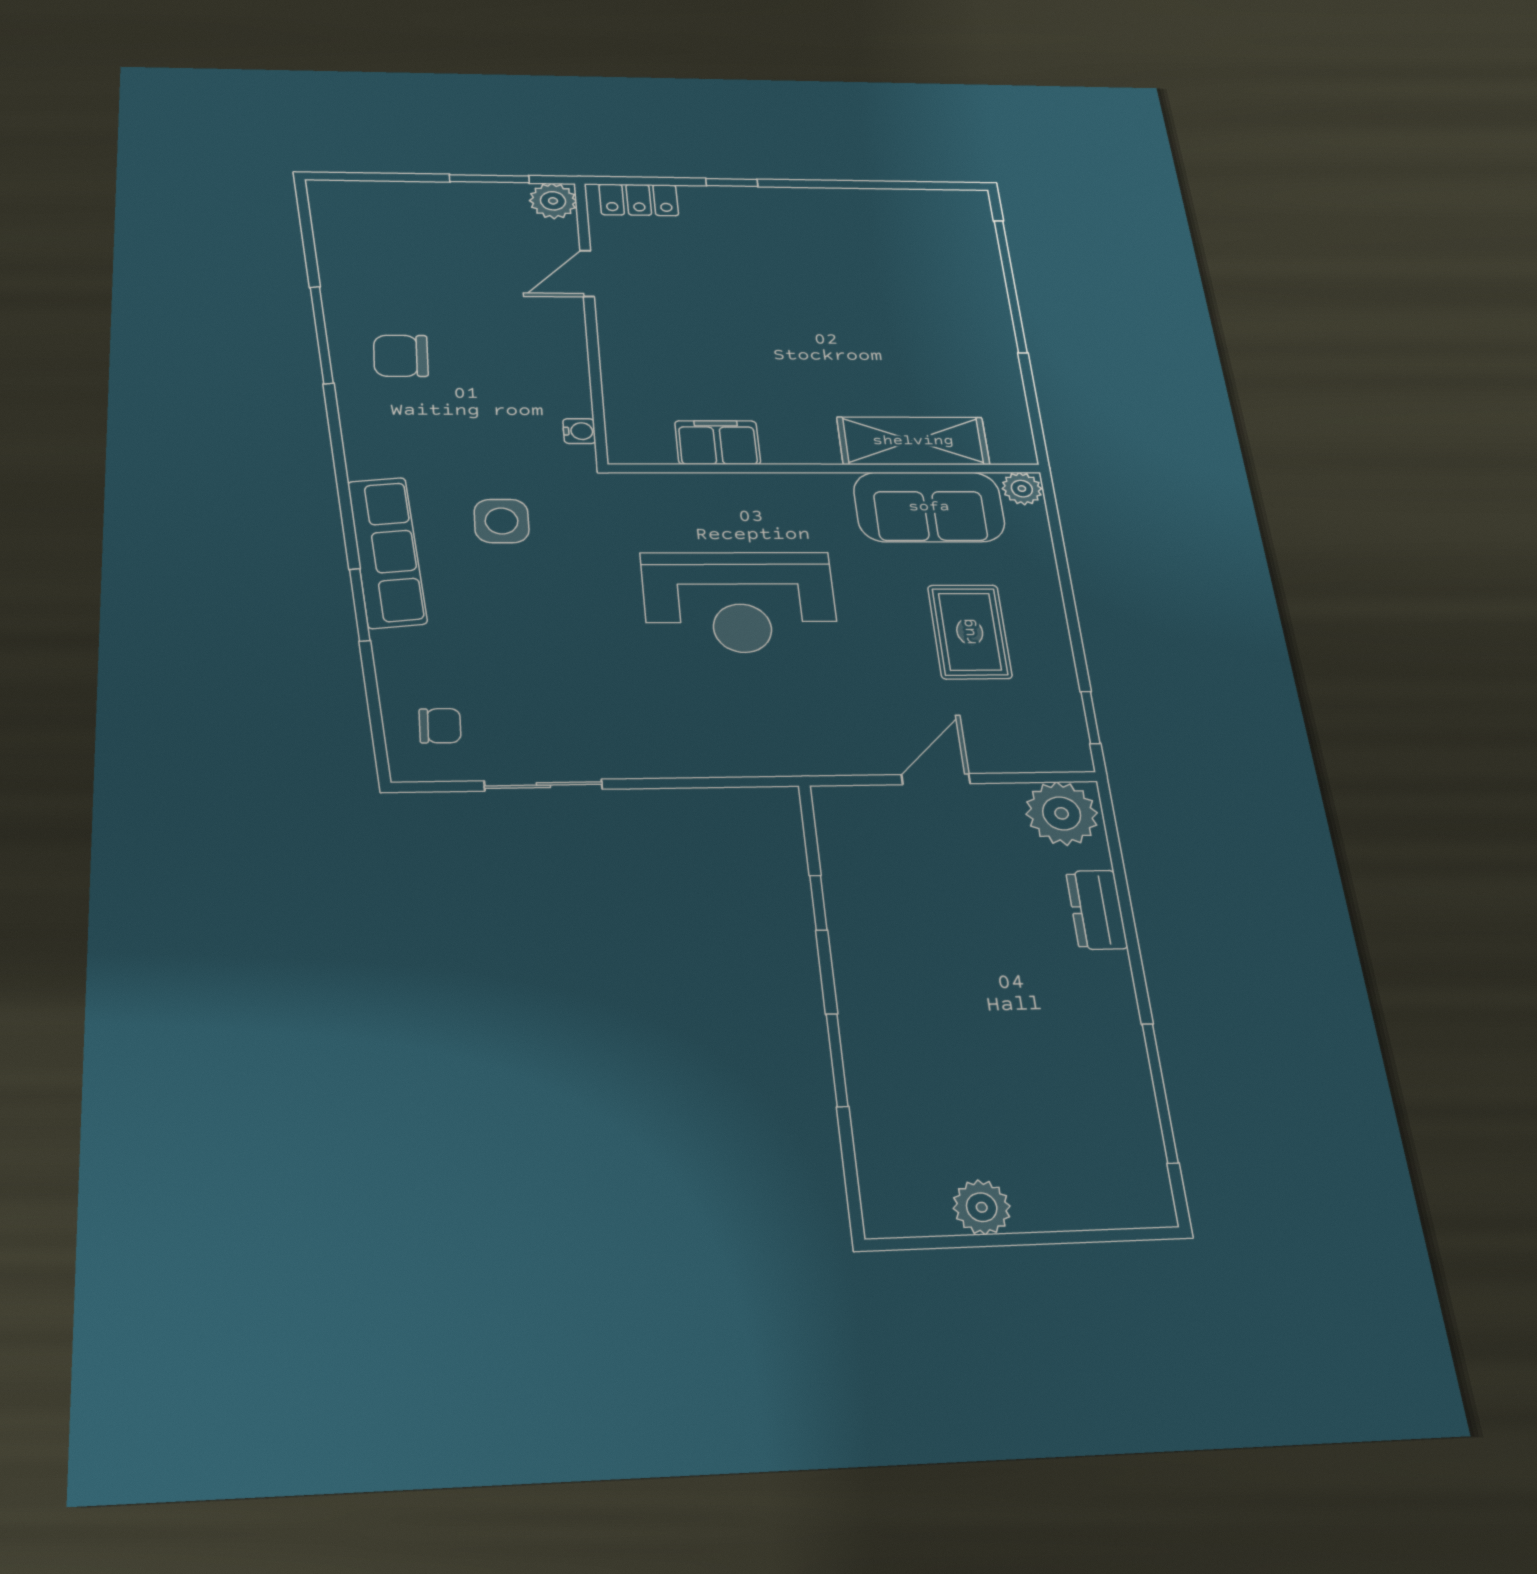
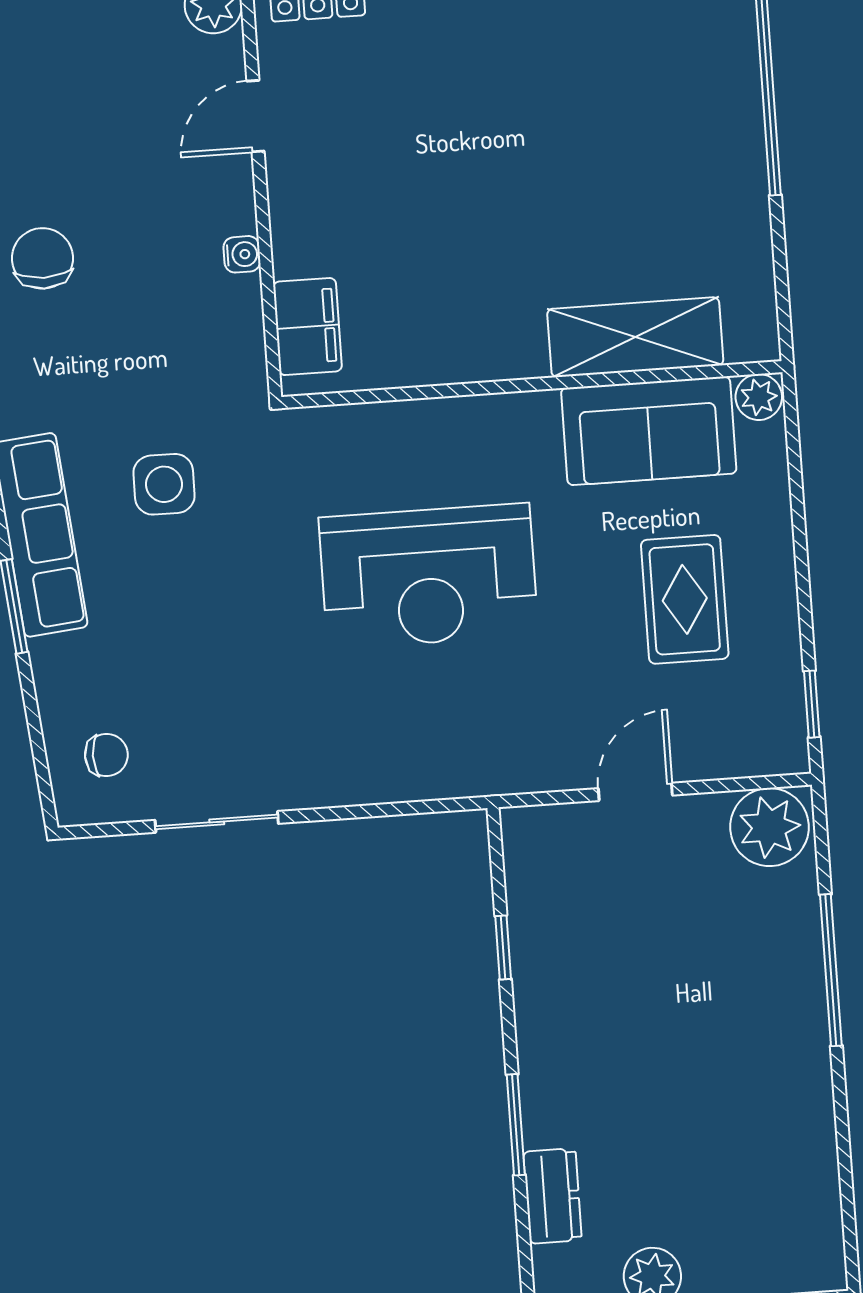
chair: (401, 356) -> (42, 258), turned 90
water cooler: (579, 431) -> (242, 254), moved
filing cabinet: (718, 443) -> (307, 327), moved, turned 90
dresser: (1097, 910) -> (553, 1196), moved, turned 180
window: (1160, 1093) -> (831, 970), moved

